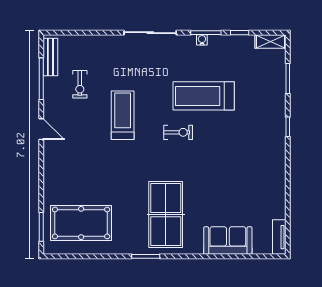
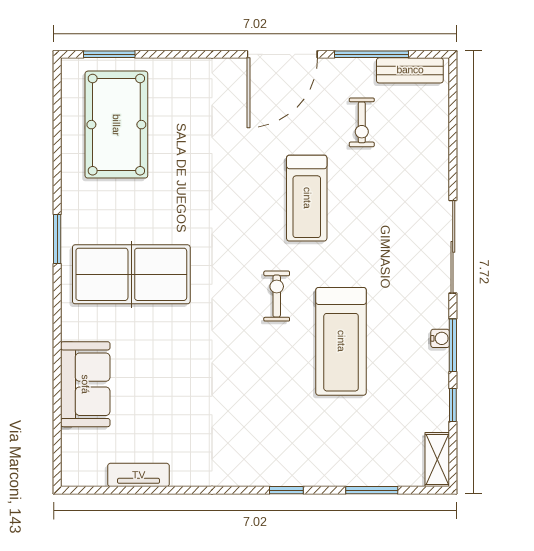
exercise bike: (80, 84) -> (362, 122), turned -90
treadmill: (204, 96) -> (341, 341), turned 180
treadmill: (123, 115) -> (307, 198), turned 90
door: (41, 129) -> (282, 54), width x1.87
exercise bike: (178, 132) -> (277, 296), turned 180
tv unit: (279, 237) -> (139, 475), moved

